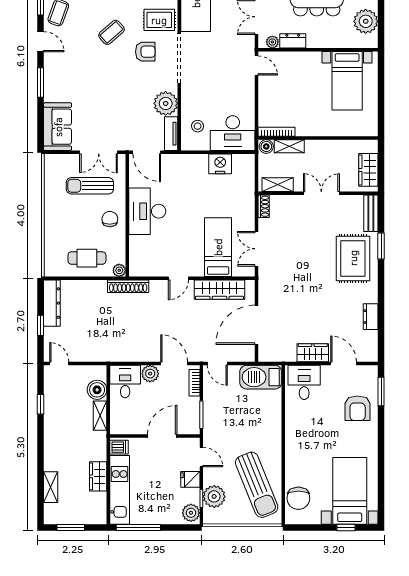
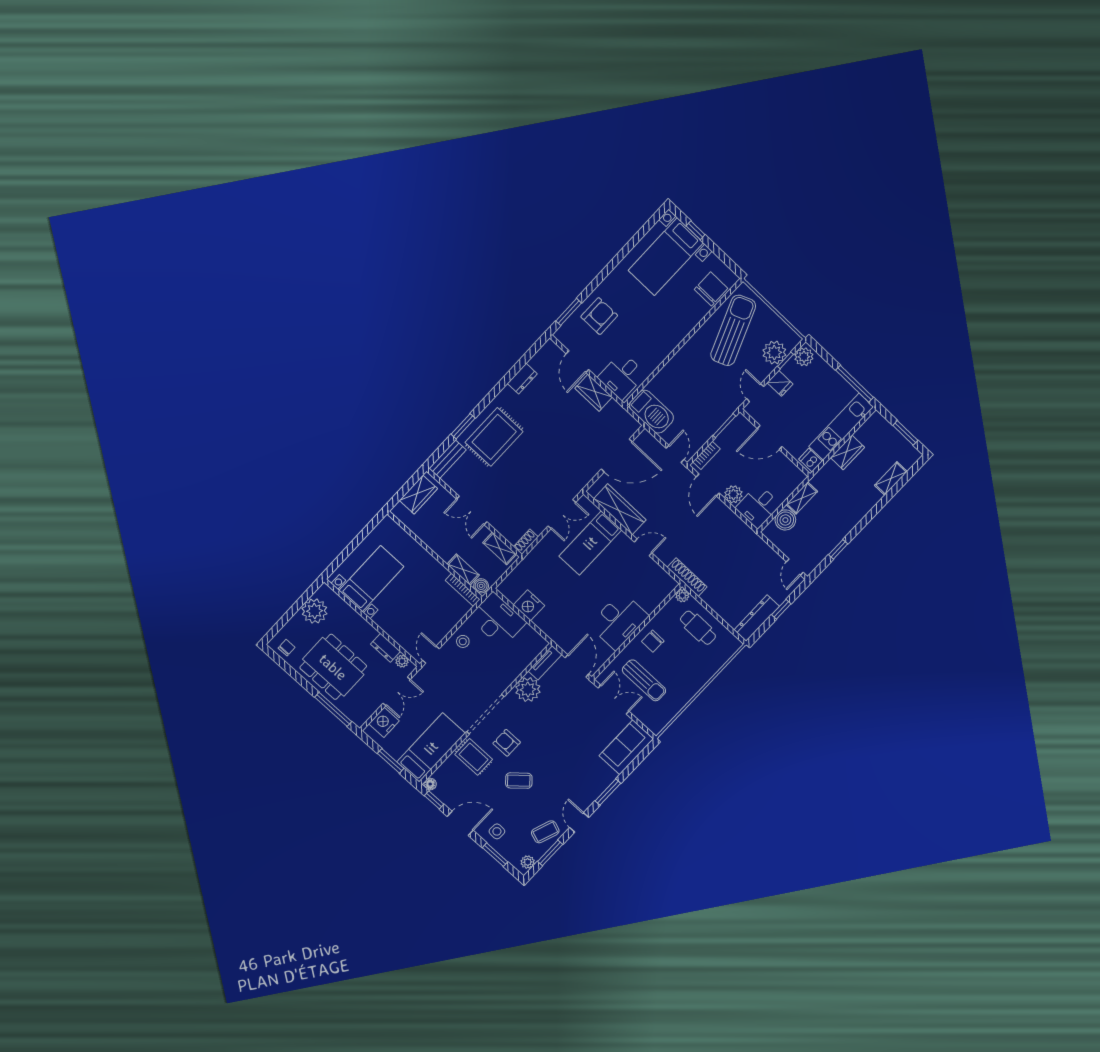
stool: (198, 126) -> (463, 641), moved

